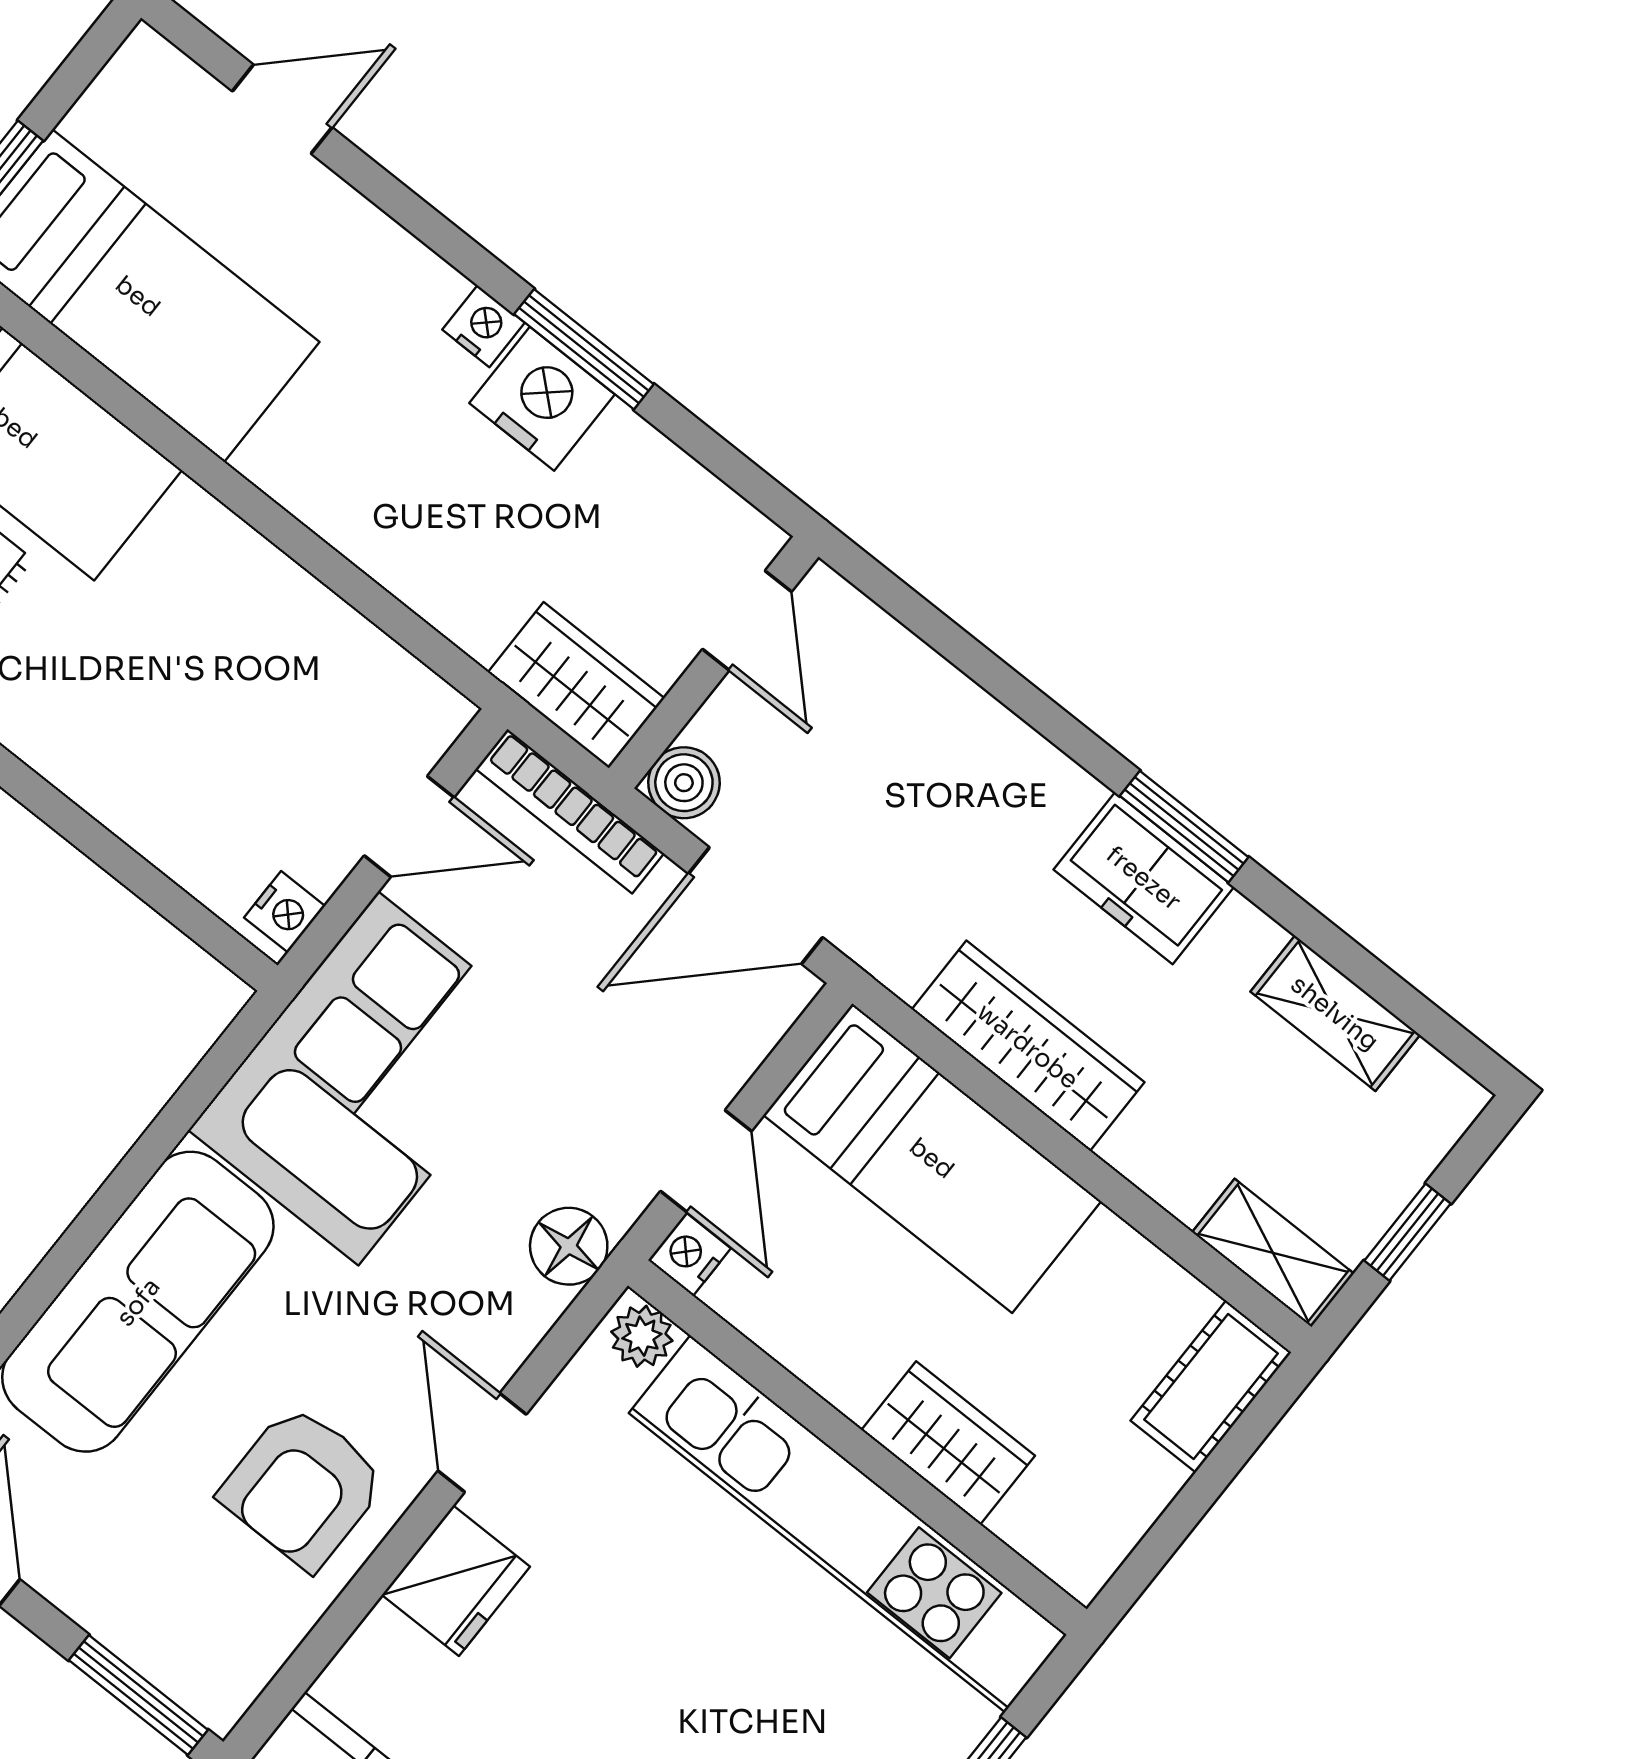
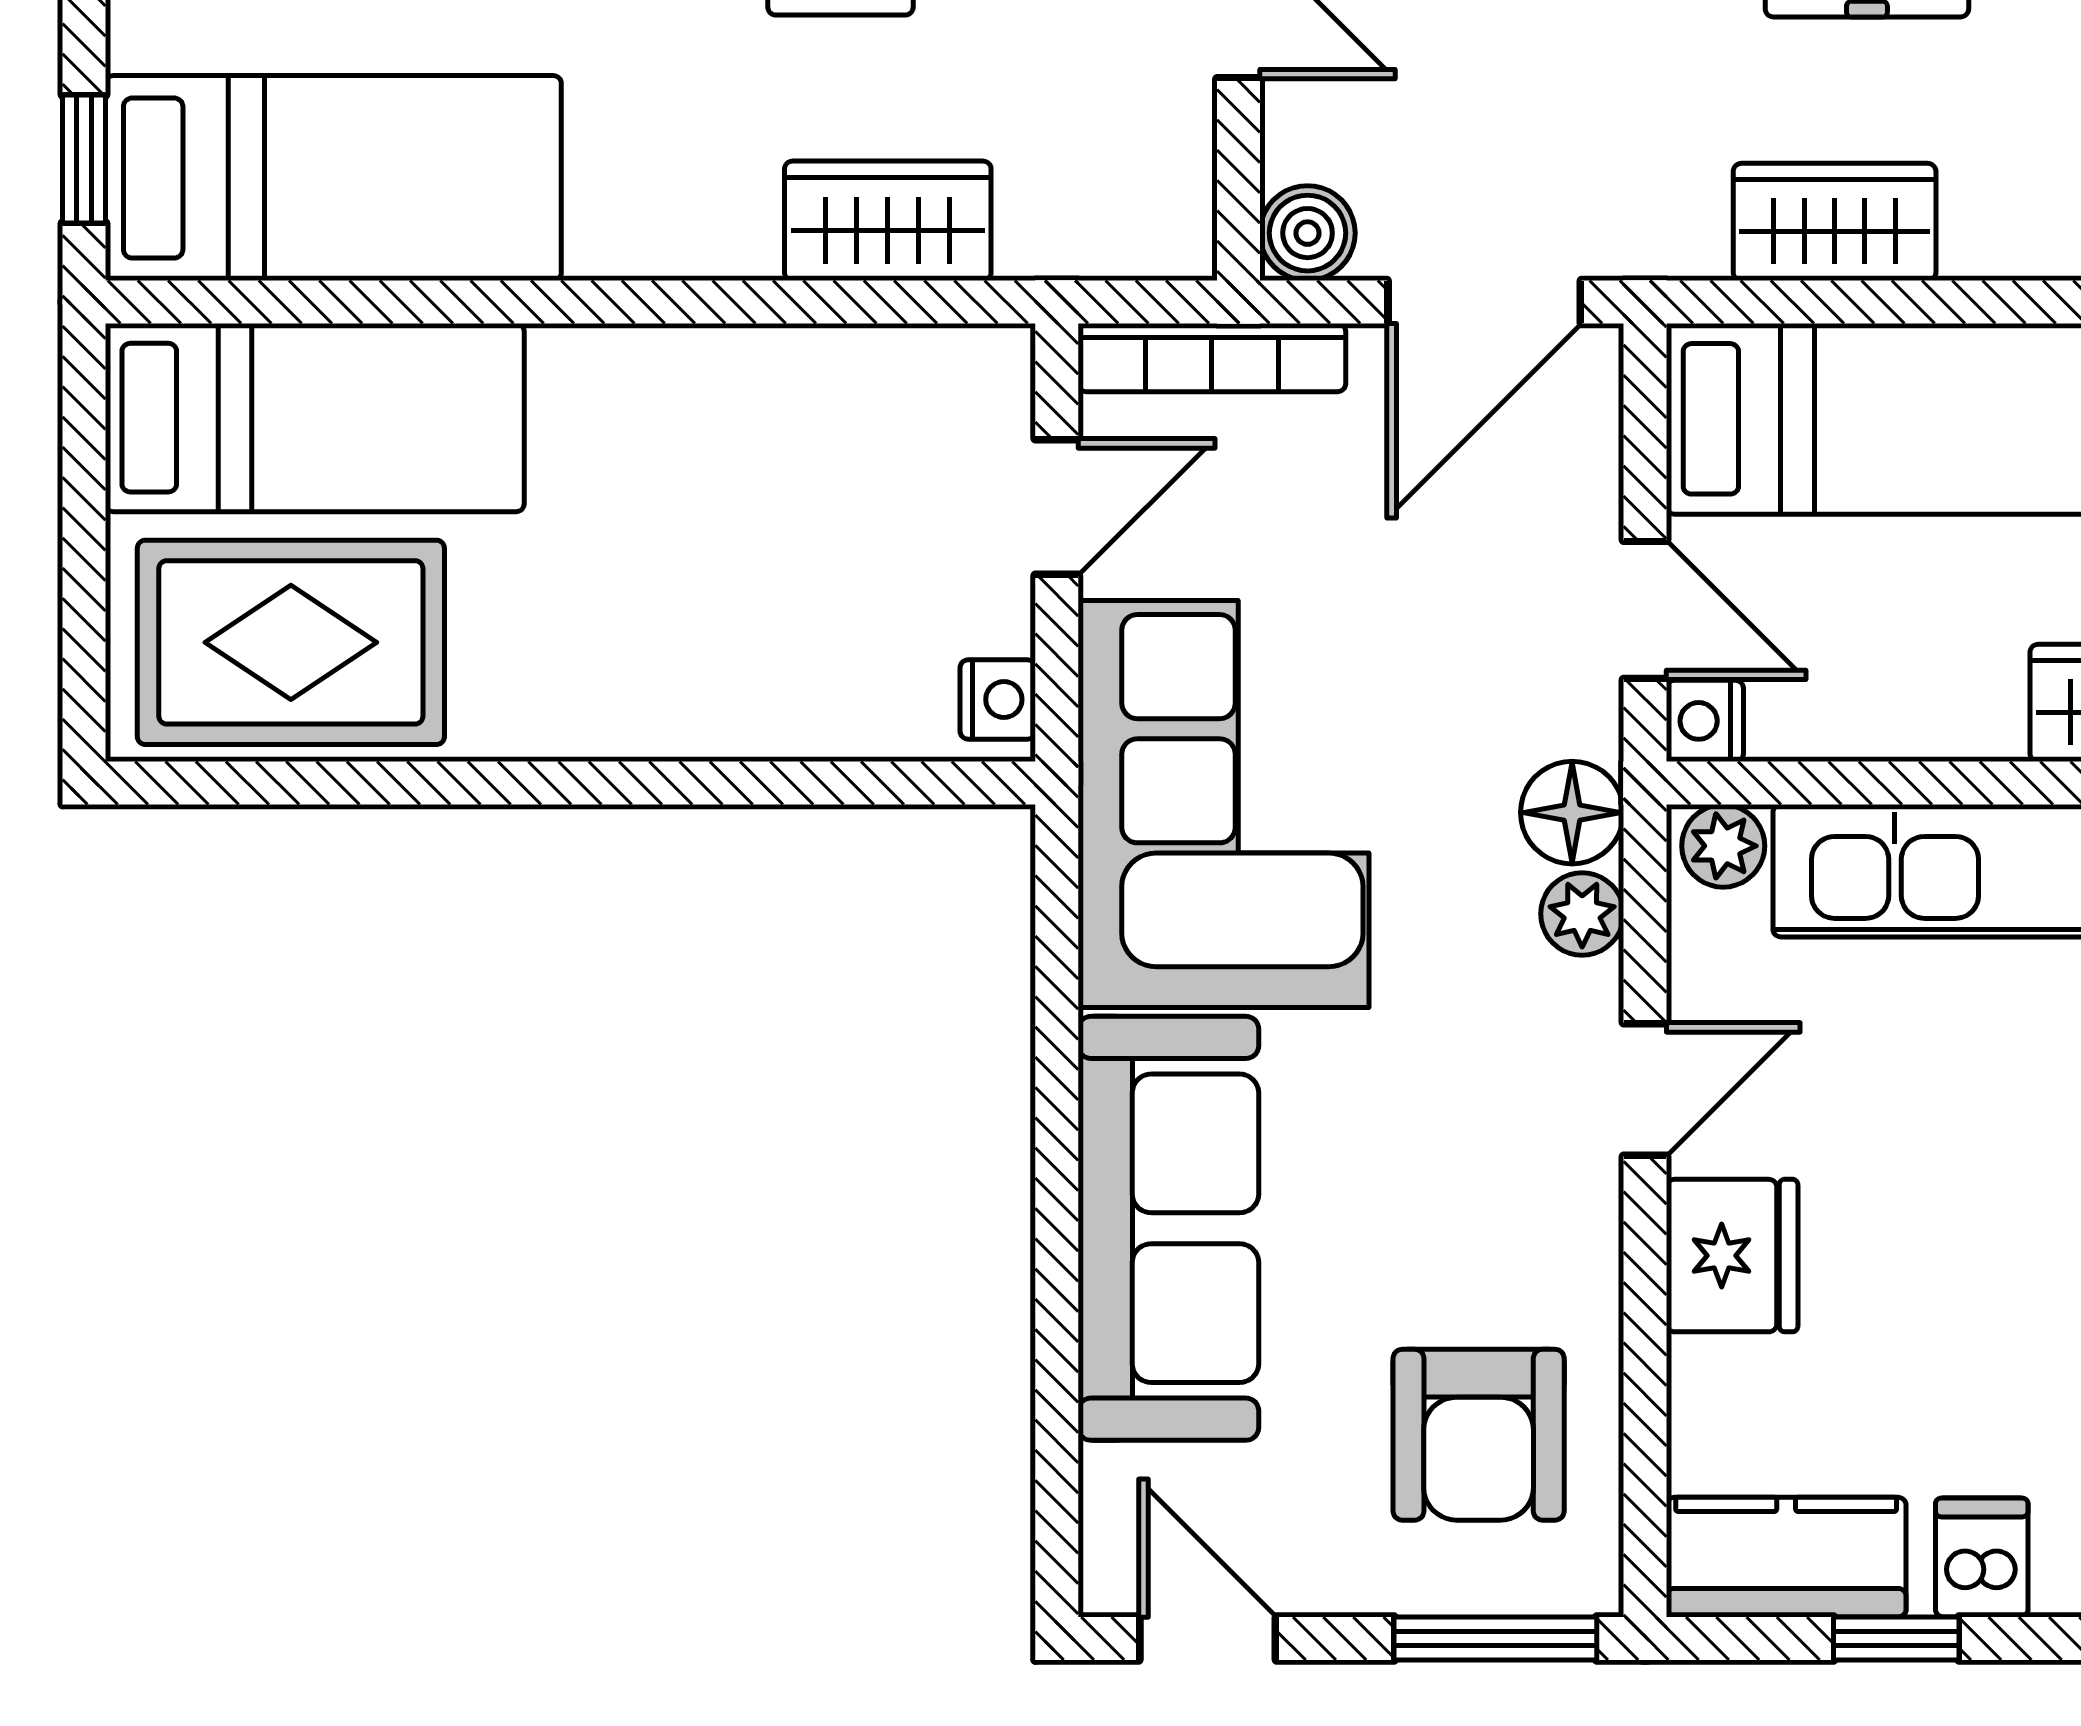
wardrobe: (576, 685) -> (888, 221), moved
wardrobe: (1028, 1046) -> (1835, 222), width x0.67
plant: (527, 1310) -> (1582, 914), added
door: (482, 1443) -> (1645, 1090), swing flipped
armchair: (303, 1487) -> (1479, 1435), moved

